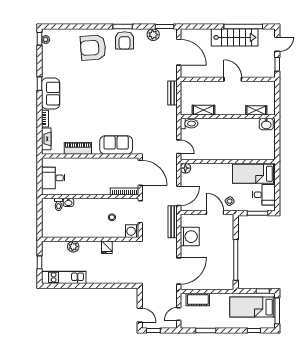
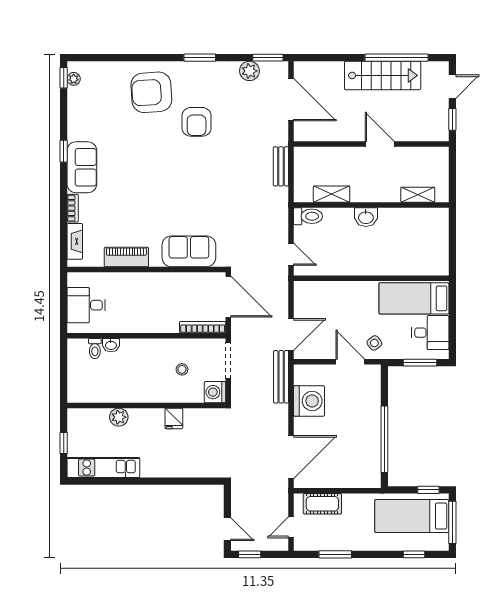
armchair: (125, 40) -> (197, 122), moved
washbasin: (266, 124) -> (366, 217), moved
floor lamp: (185, 168) -> (302, 289), removed

